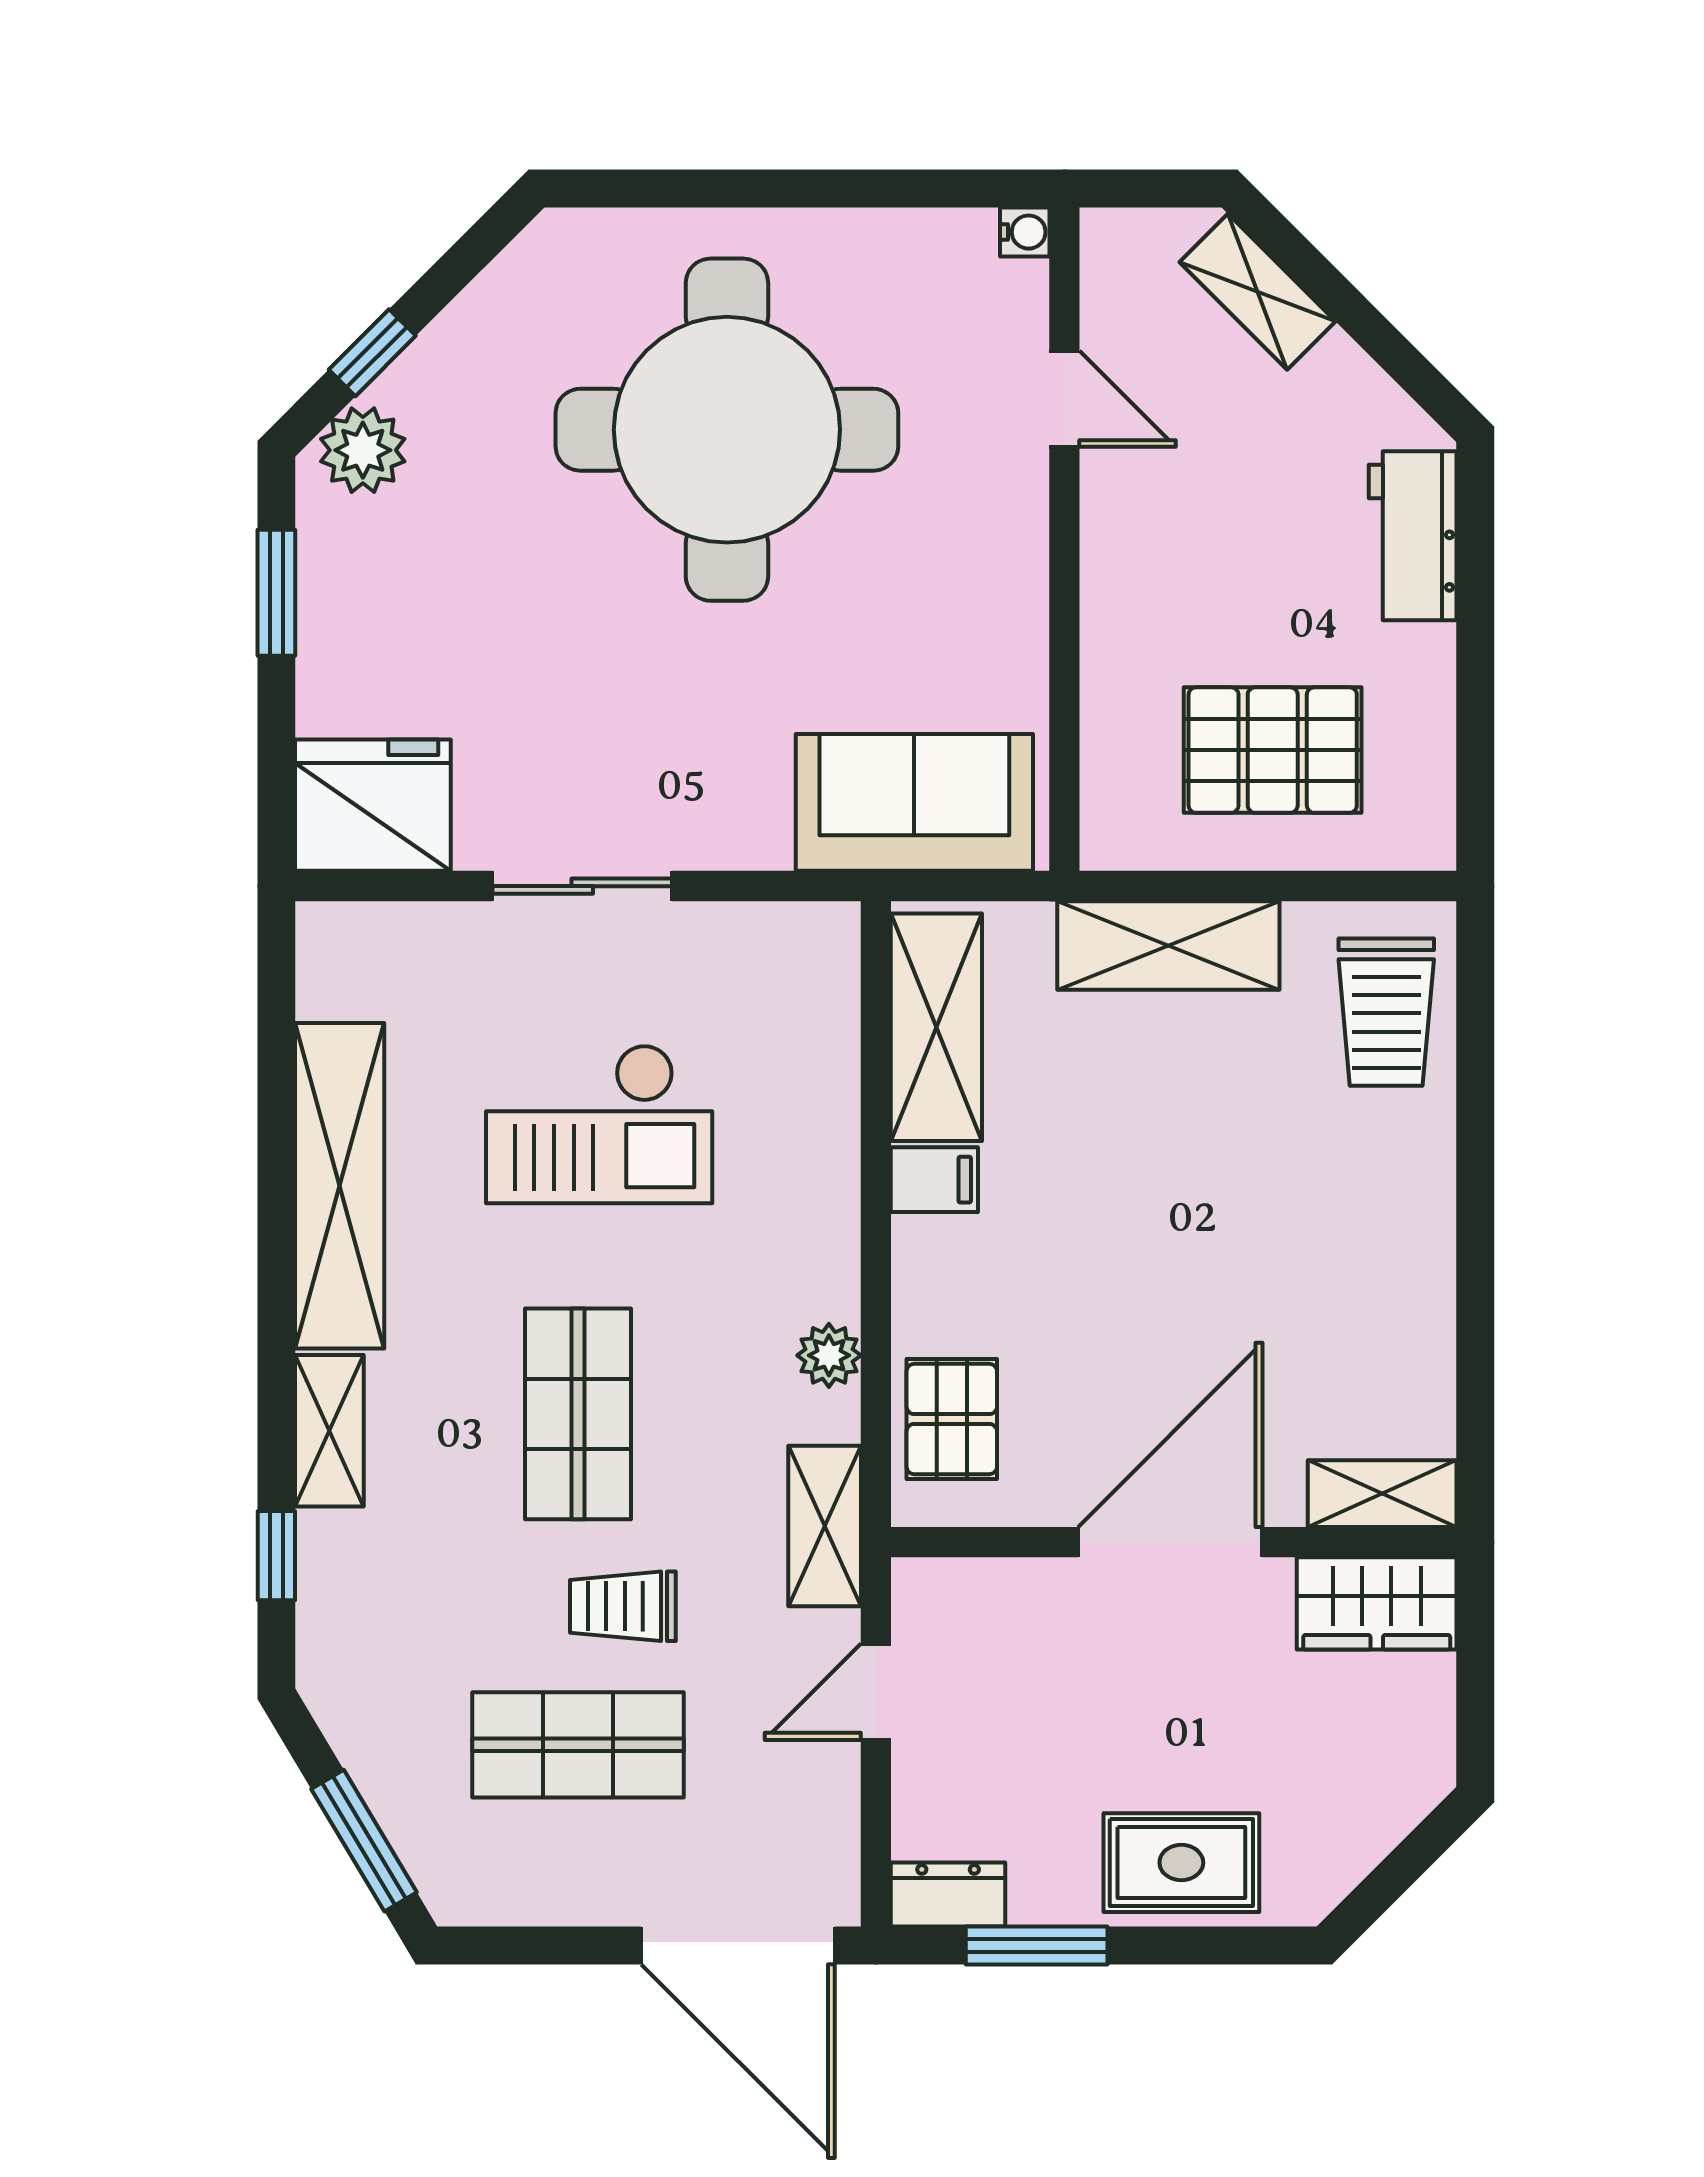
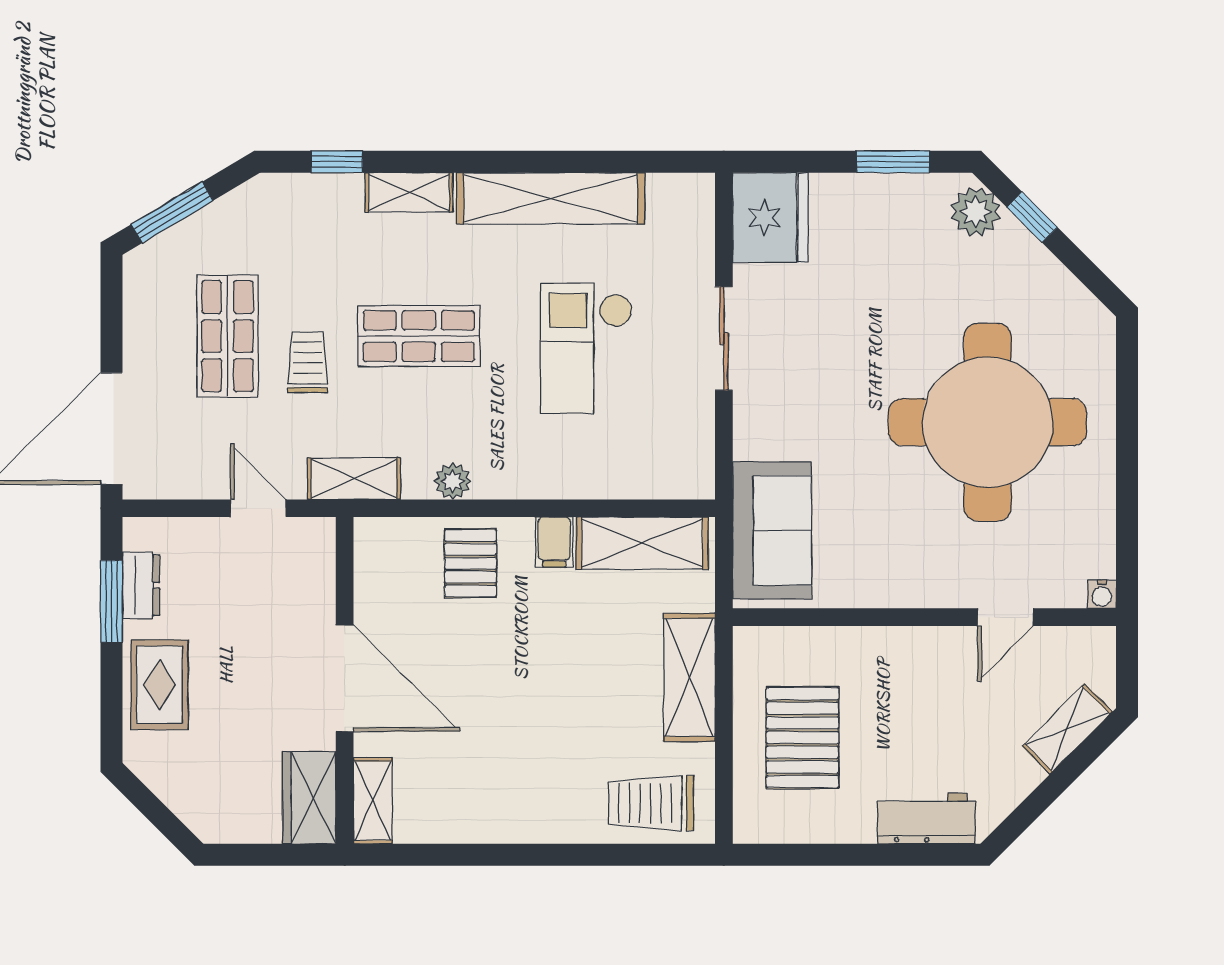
pallet: (952, 1419) -> (470, 563), moved, turned 90
dresser: (948, 1895) -> (141, 585), moved

